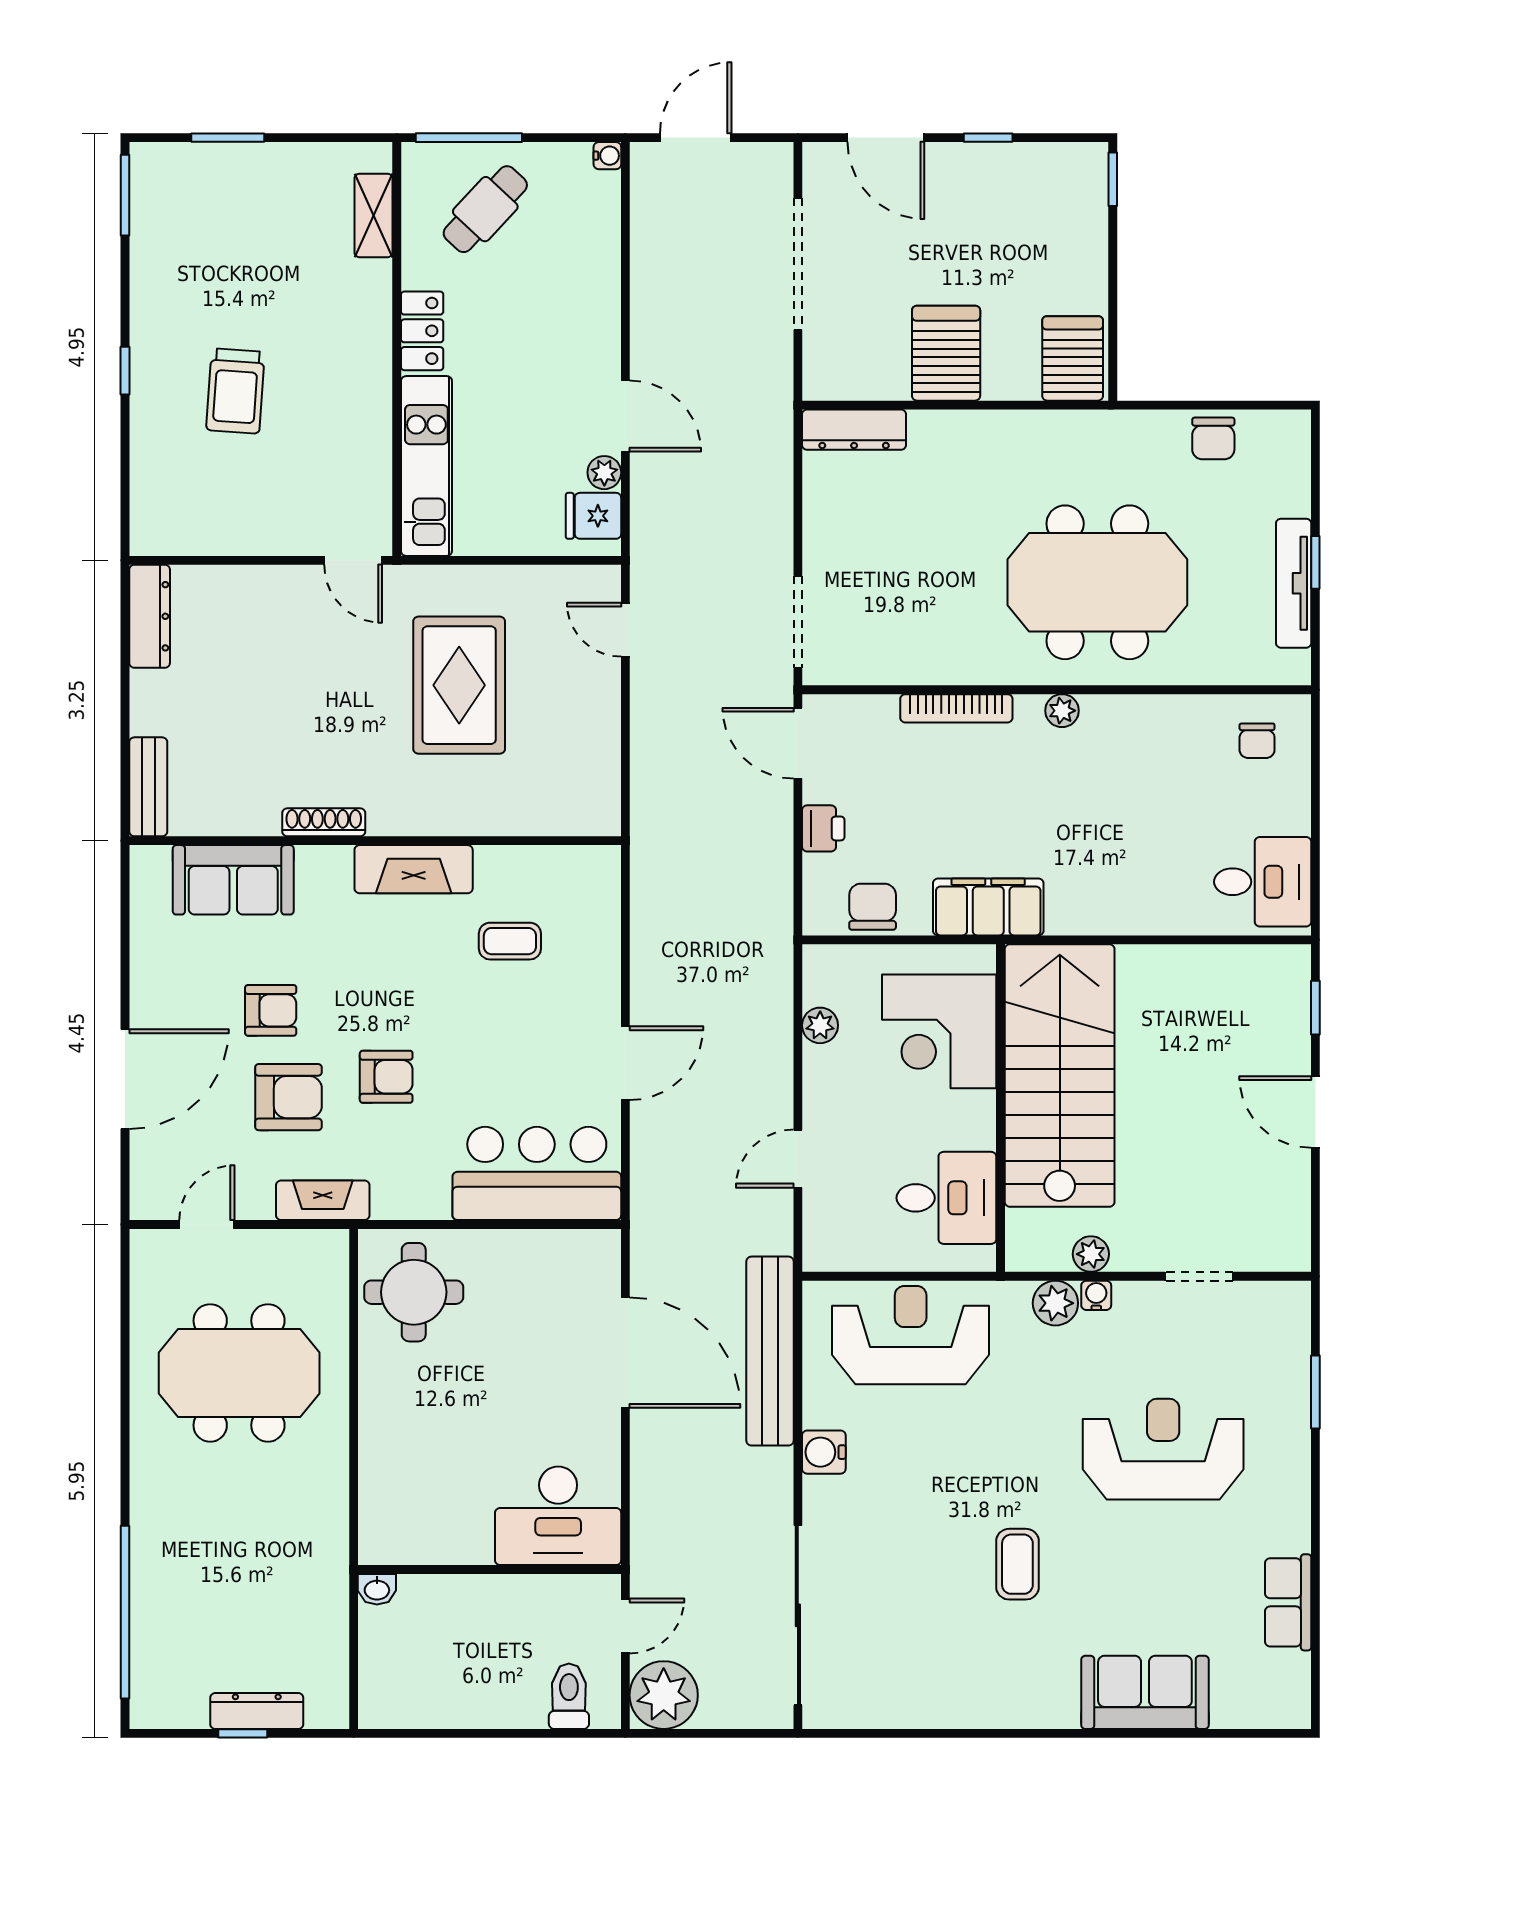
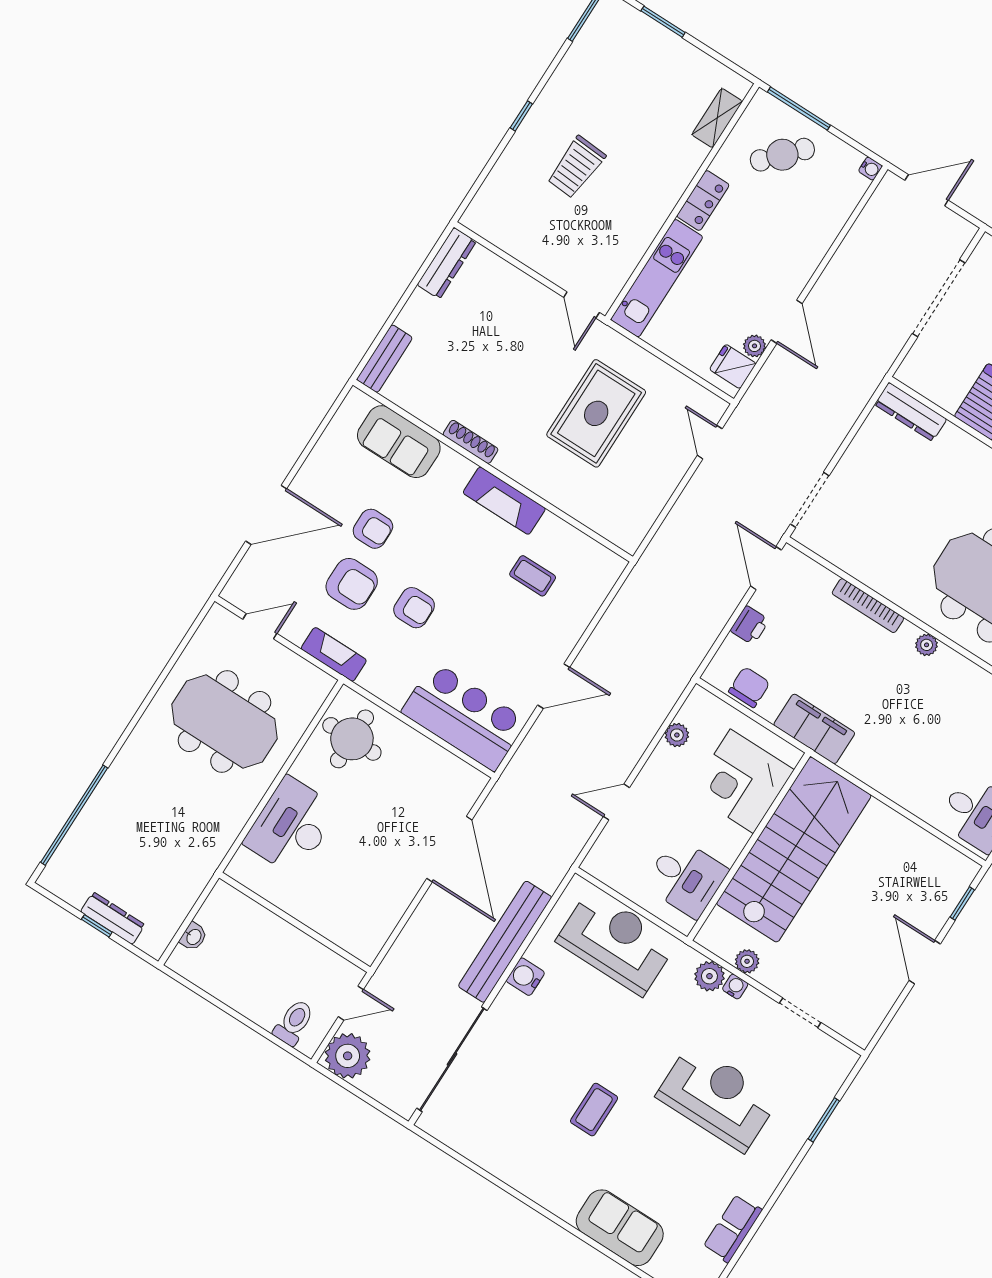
bench: (770, 1351) -> (505, 942), moved
desk: (558, 1516) -> (291, 826), moved, turned 90
washbasin: (377, 1589) -> (193, 937), moved, turned -90

